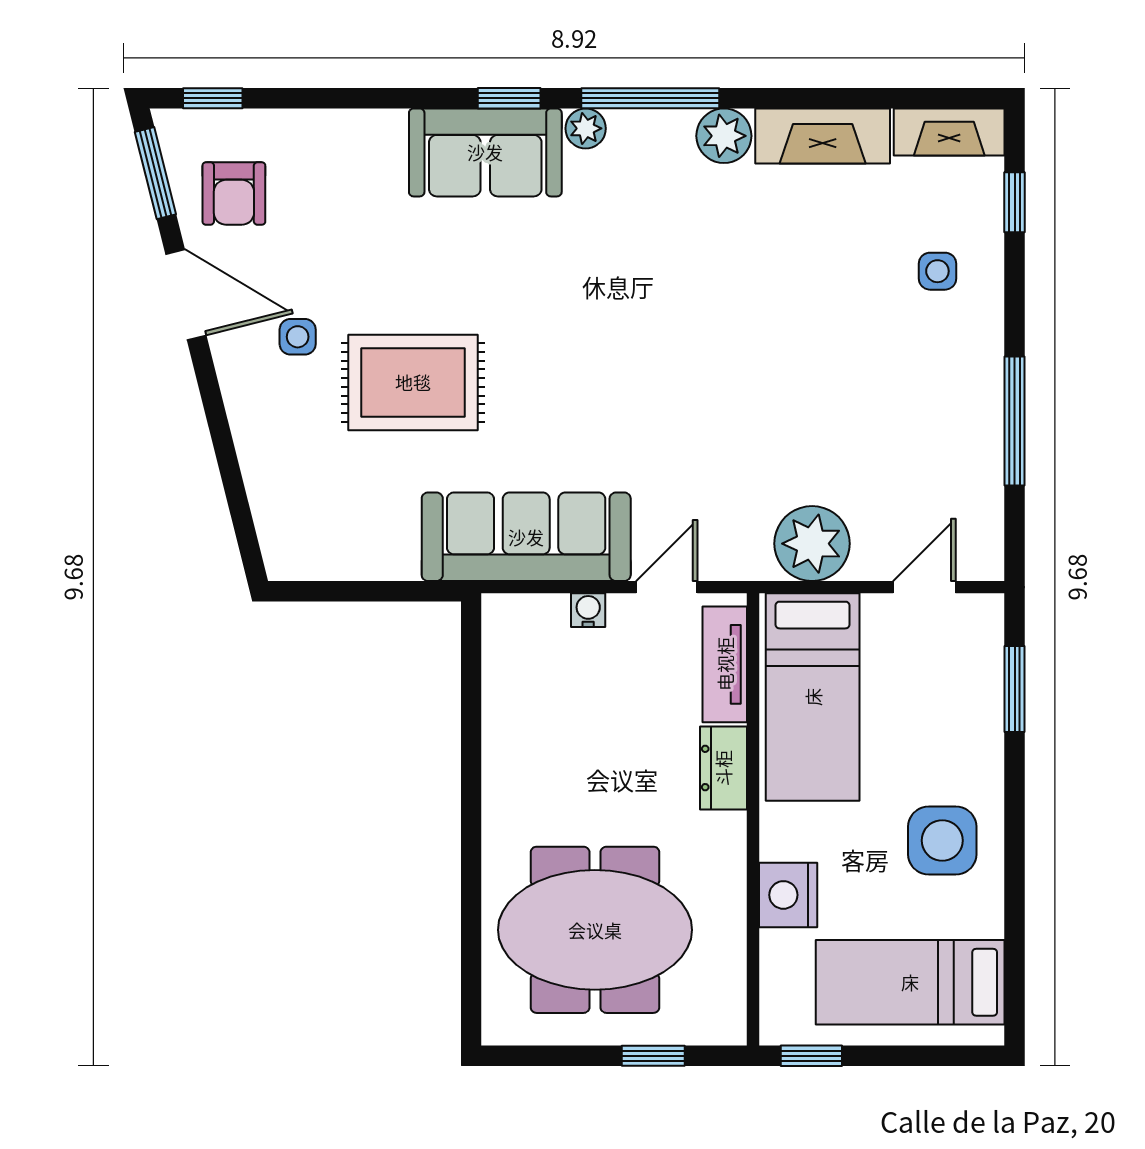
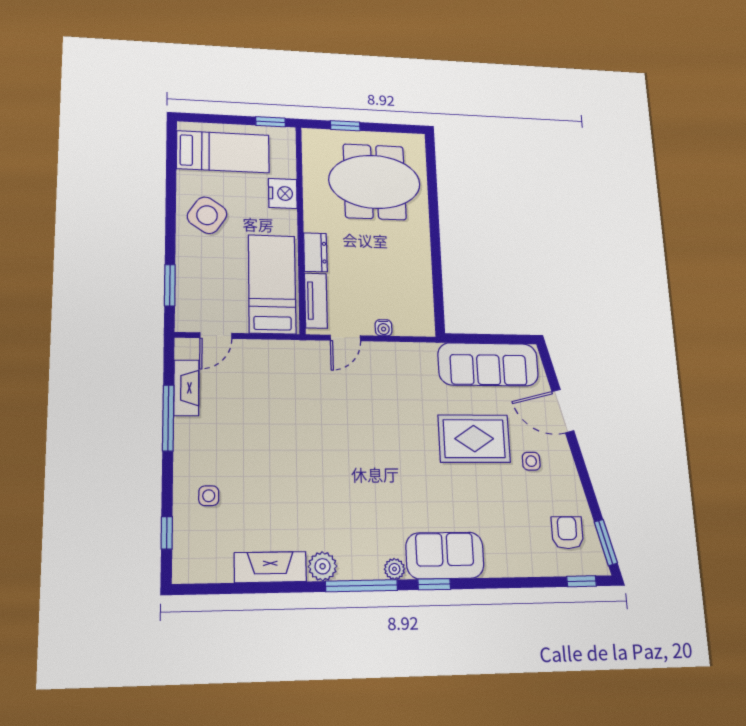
fireplace: (949, 132) -> (186, 388), moved, turned 90
door: (186, 295) -> (563, 411), moved
sofa: (526, 537) -> (488, 364), moved
plant: (812, 544) -> (273, 358), removed
side table: (942, 840) -> (207, 215), turned 34

